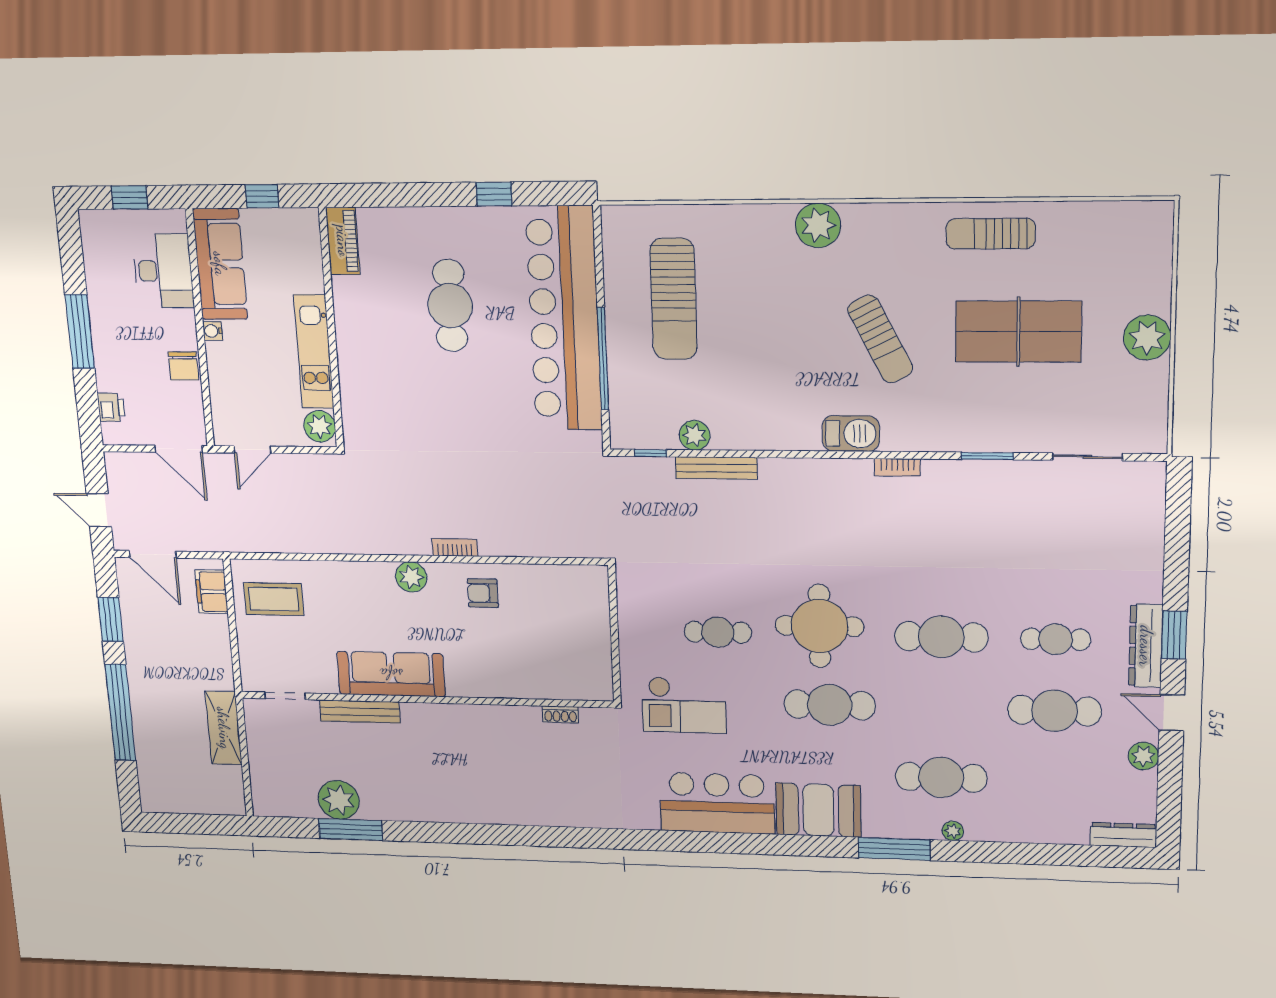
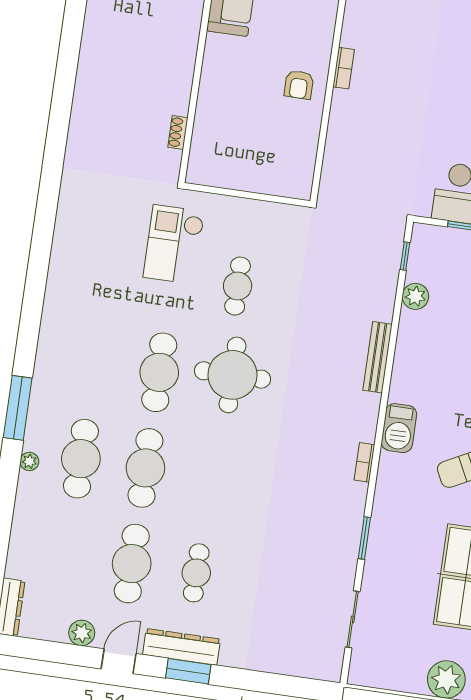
bench: (716, 468) -> (378, 357), moved
plant: (411, 577) -> (322, 23), removed
armchair: (483, 593) -> (299, 85), turned 180
cafe table: (941, 637) -> (145, 468), moved
bar counter: (717, 803) -> (78, 258), removed
booth: (818, 810) -> (62, 347), removed

